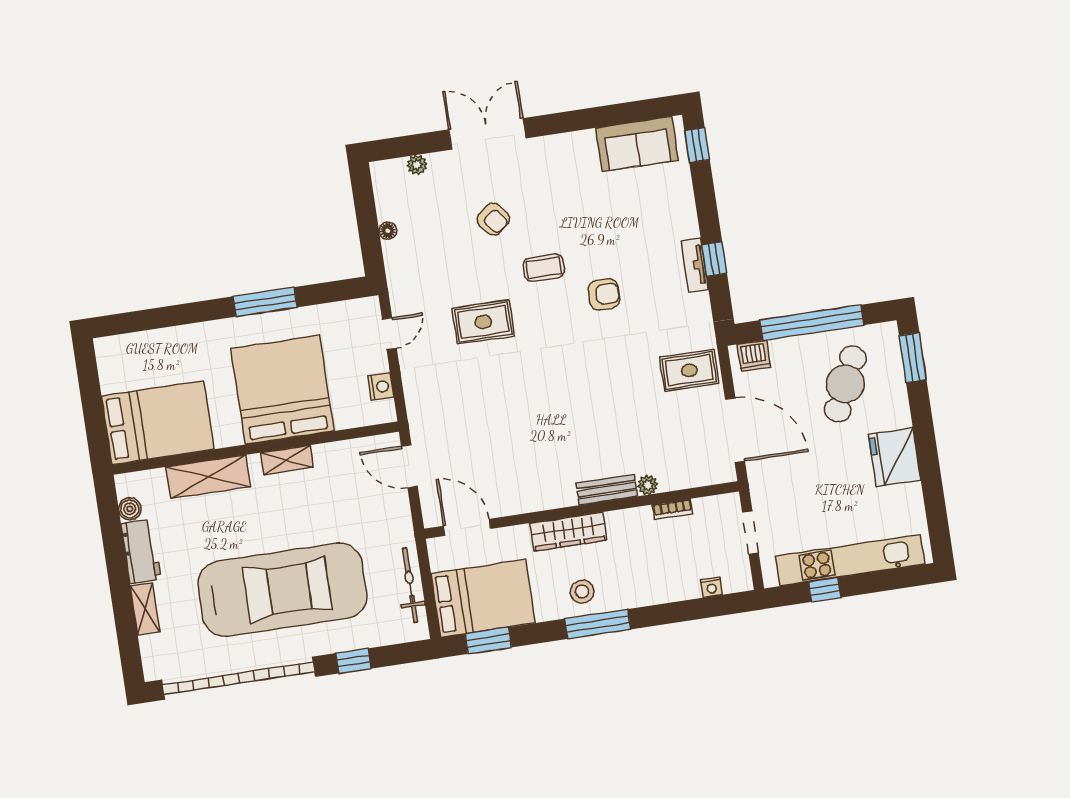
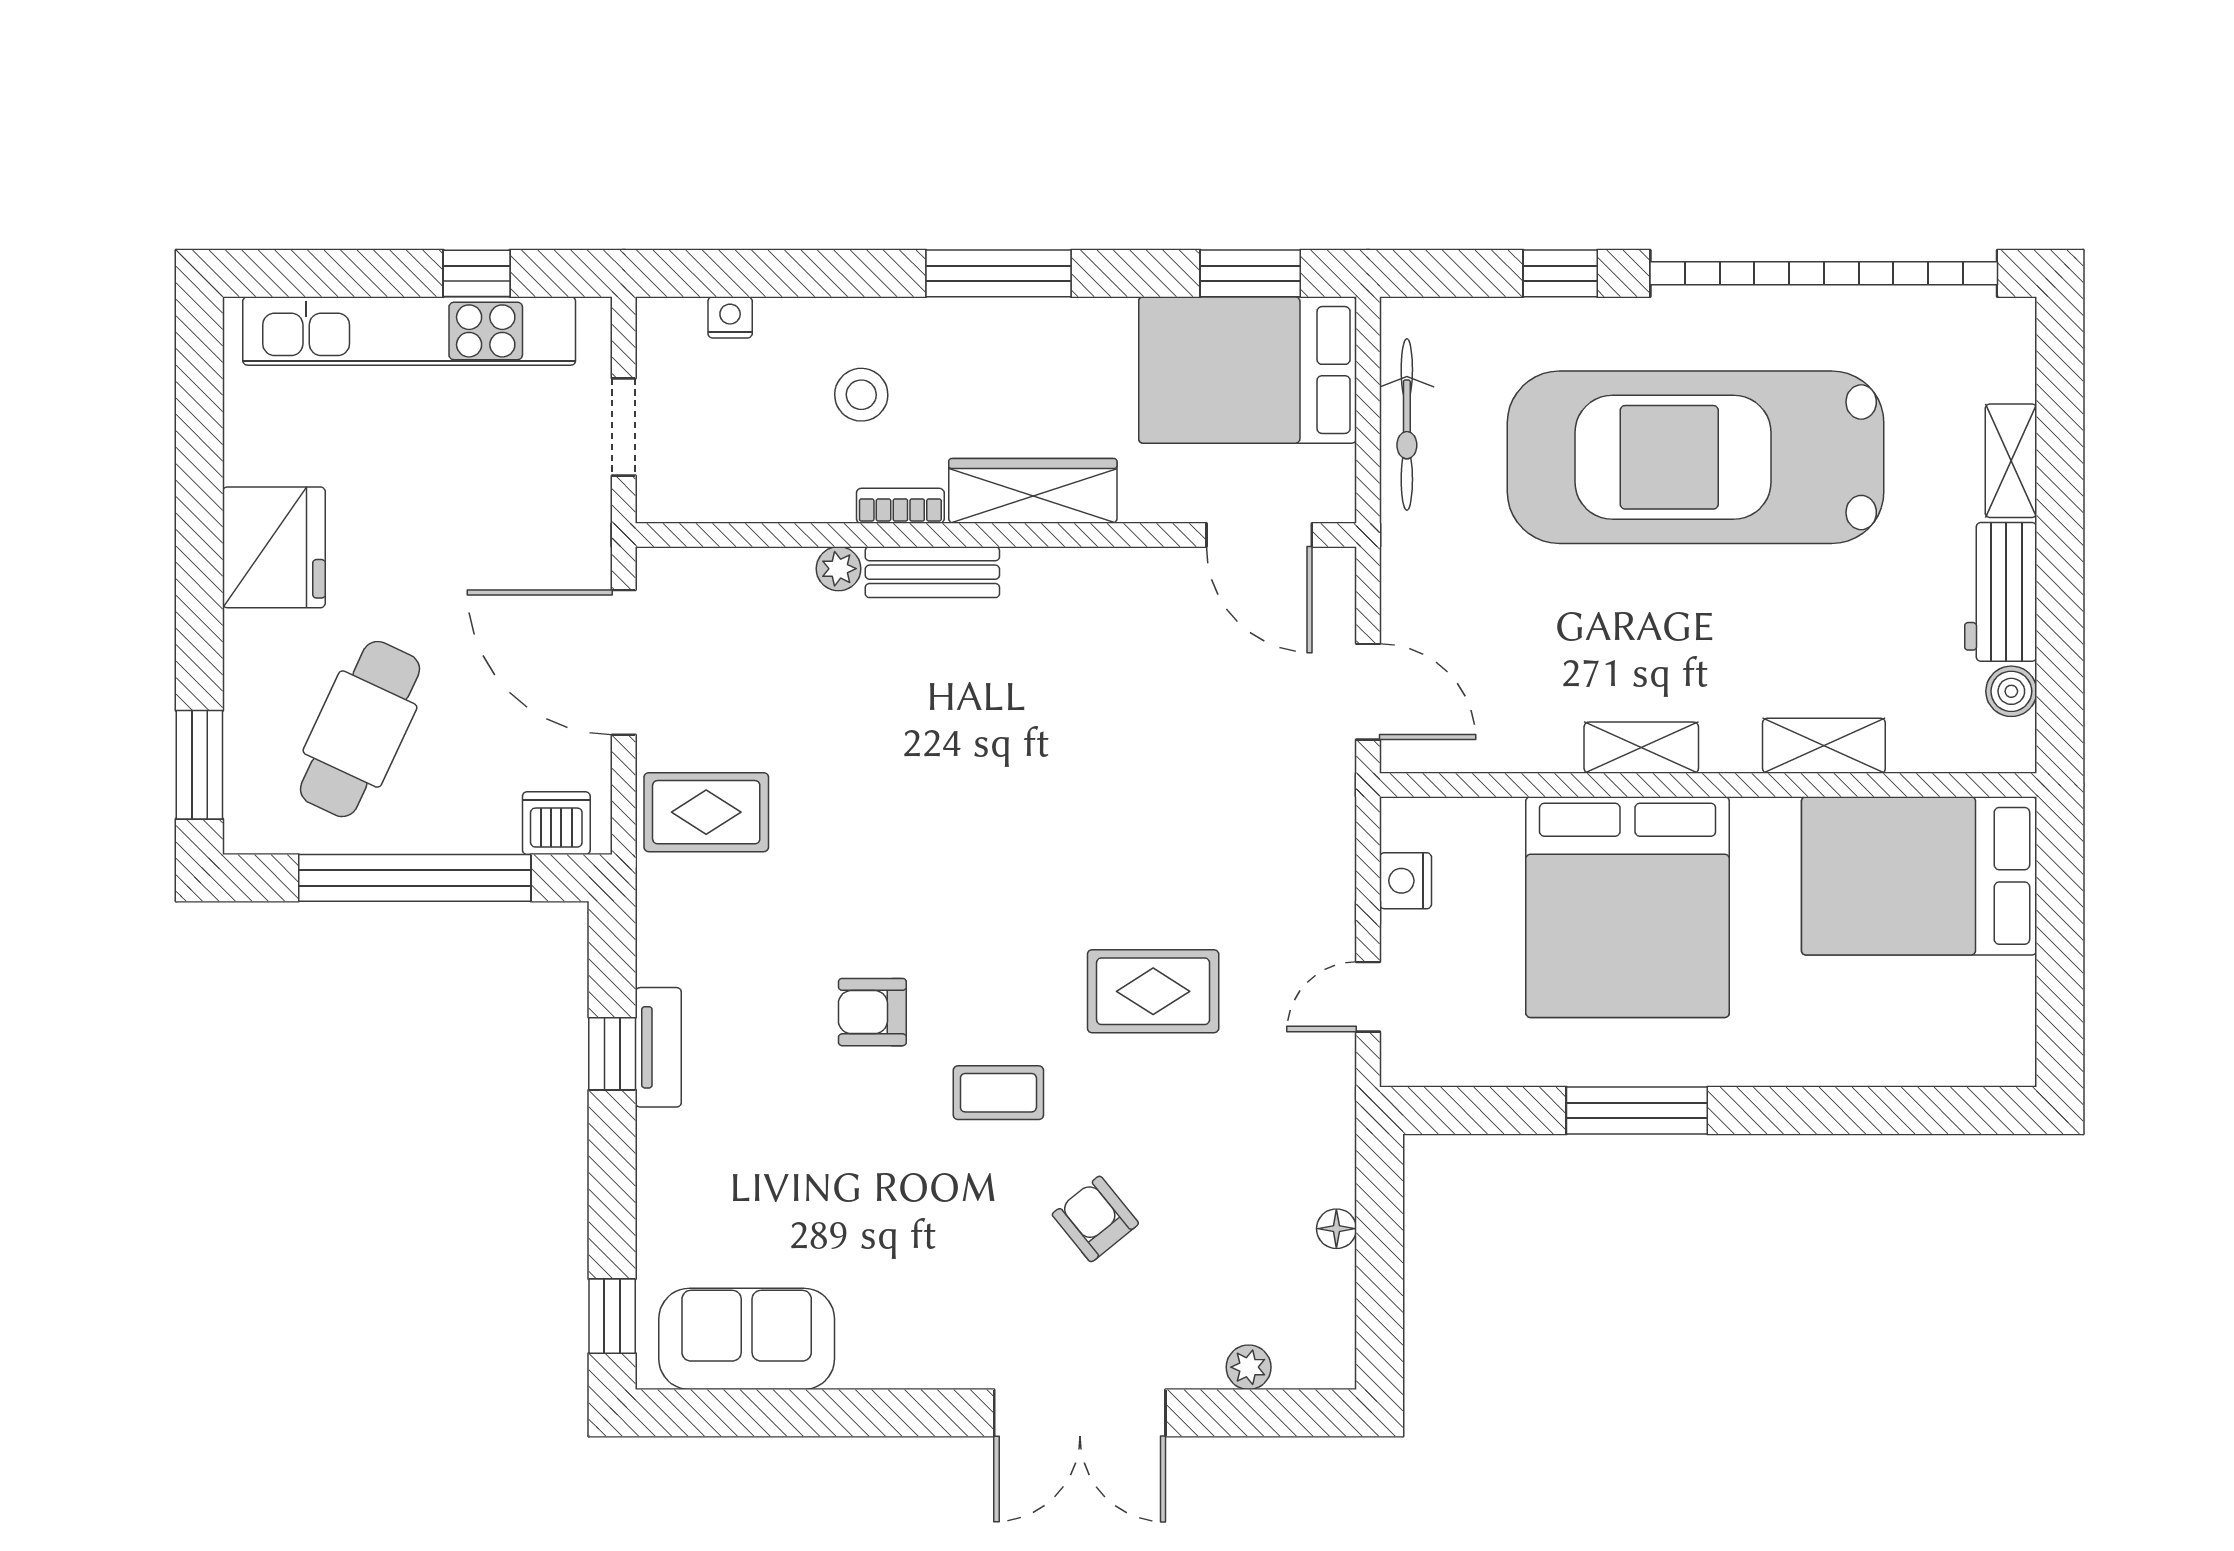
shelving: (208, 477) -> (1824, 746), width x0.67, depth x0.75
bookcase: (673, 509) -> (900, 506), moved
stool: (582, 592) -> (861, 395), moved

